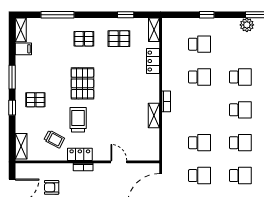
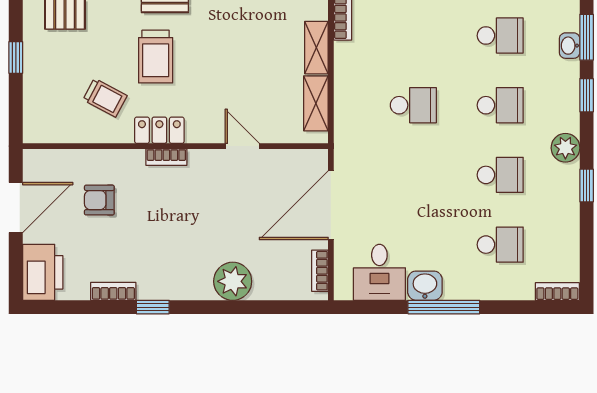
window: (12, 108) -> (16, 57), moved
trolley: (78, 120) -> (156, 57), turned 180
shelving: (21, 146) -> (316, 103), moved
school desk: (199, 176) -> (413, 175), removed

